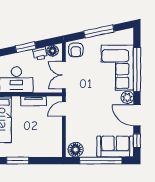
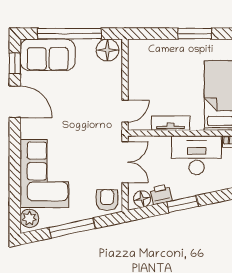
window: (137, 69) -> (15, 171), removed
plant: (127, 97) -> (29, 218), moved

